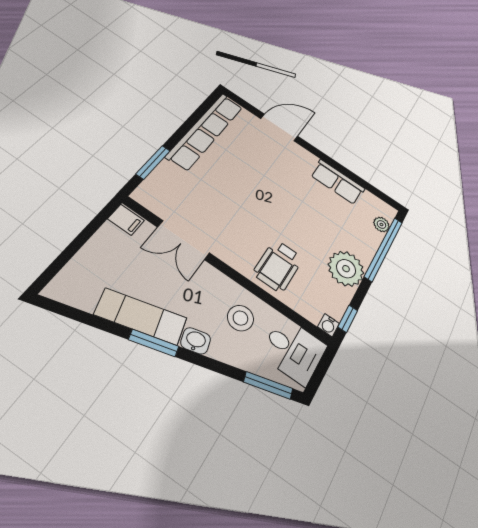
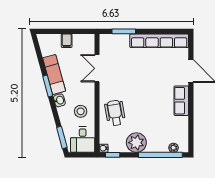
row of seats: (338, 182) -> (181, 101), moved
filing cabinet: (126, 220) -> (67, 41), moved
wheelchair: (278, 266) -> (115, 113), turned 80

